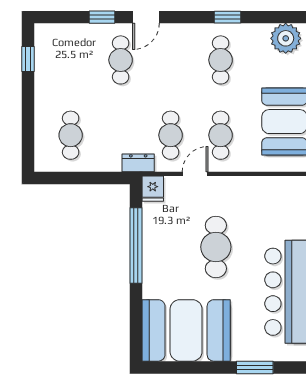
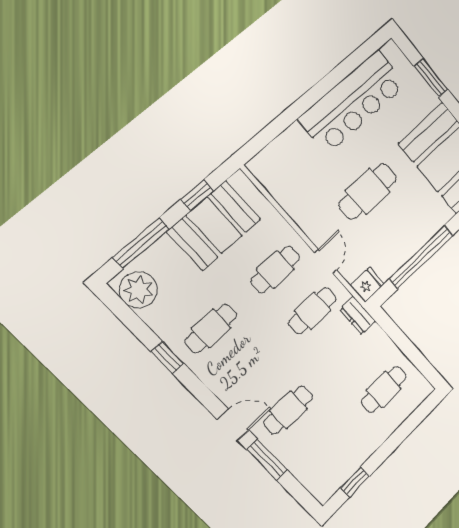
window: (102, 17) -> (267, 460), width x1.50
door: (195, 174) -> (326, 261), swing flipped

